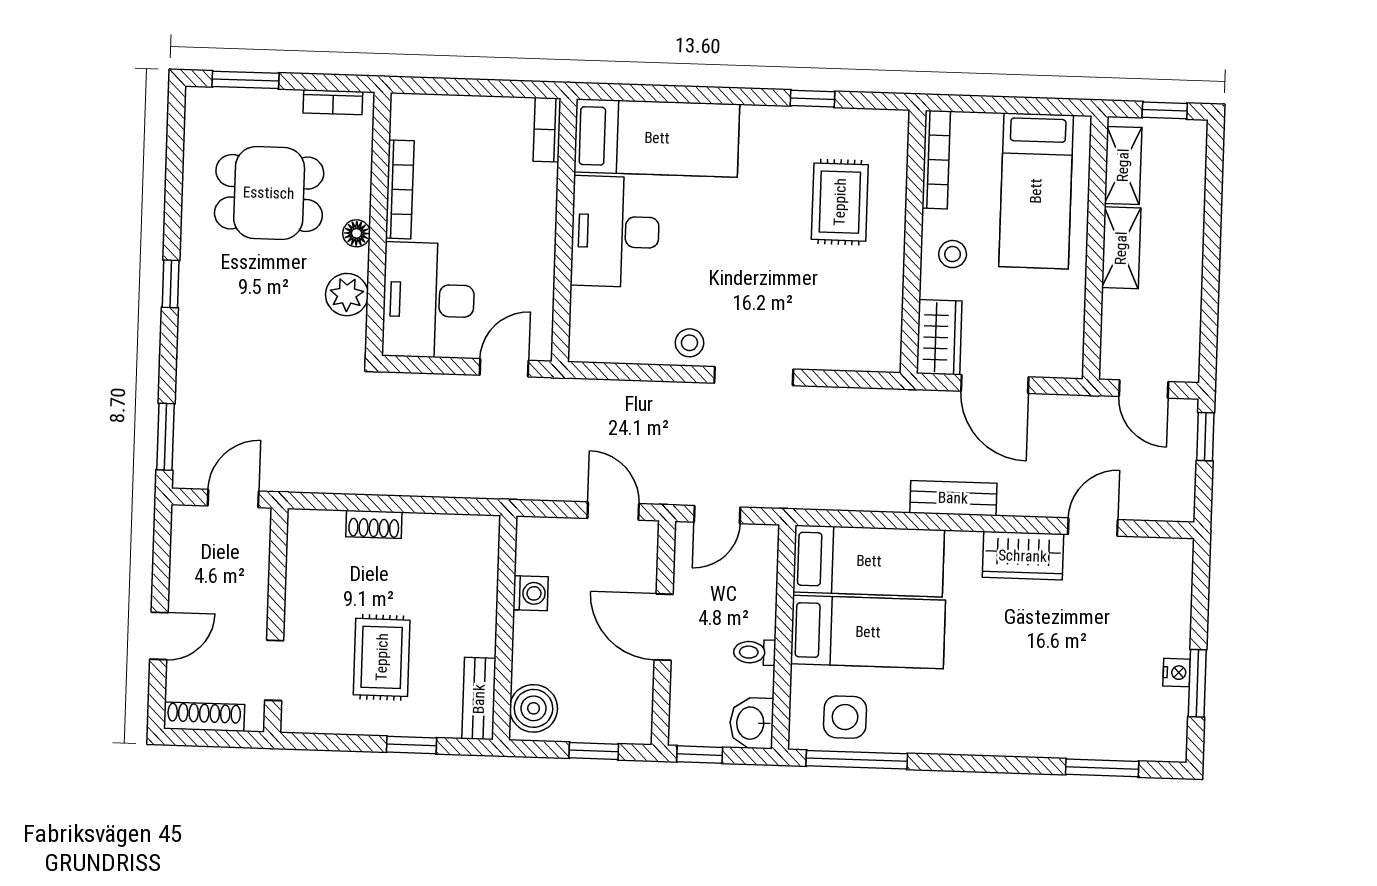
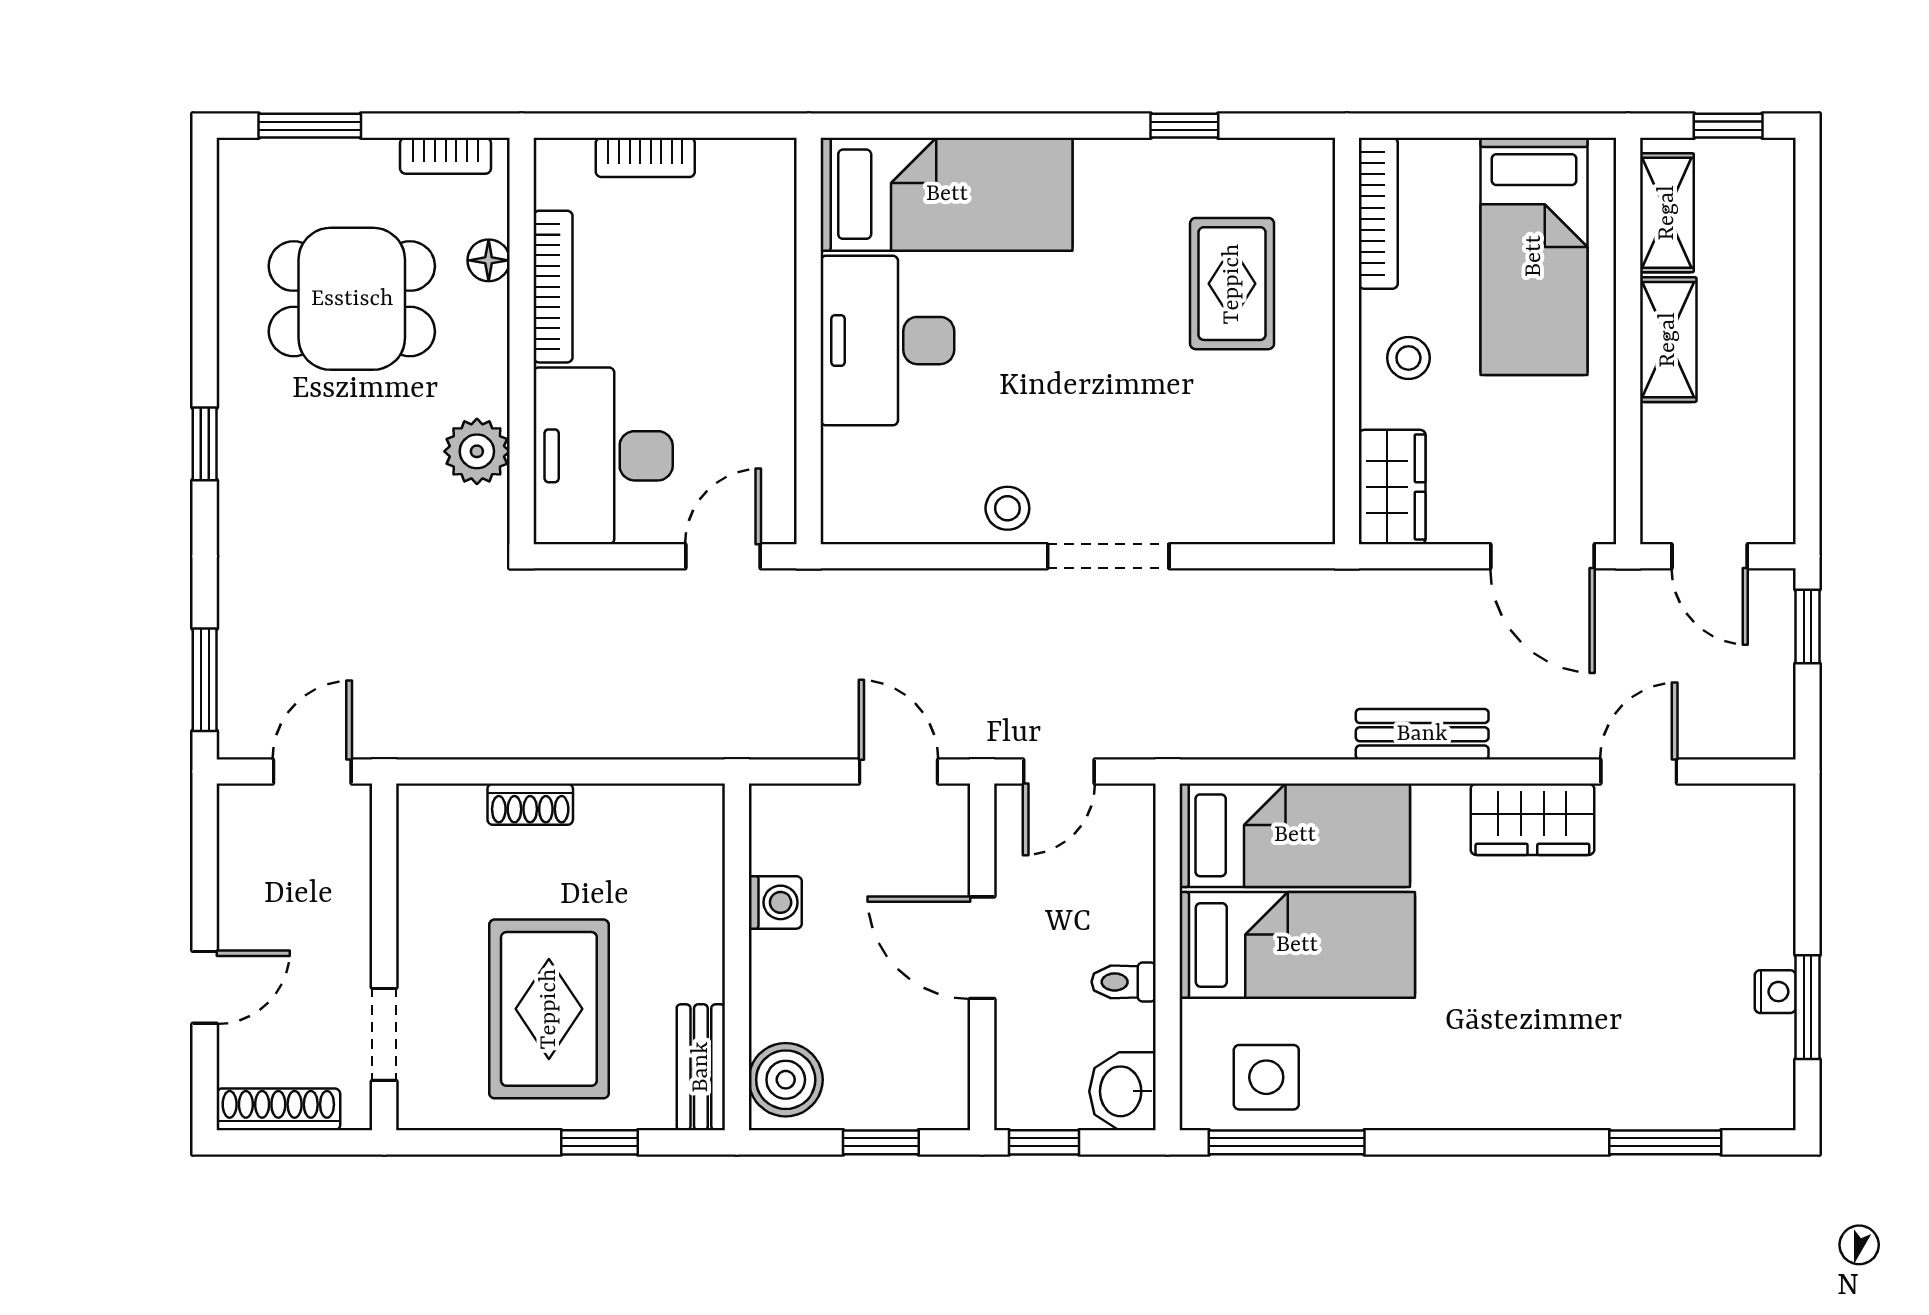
bookcase: (547, 130) -> (645, 157), moved, turned -90
floor lamp: (357, 233) -> (489, 260), moved
door: (995, 384) -> (1543, 556), moved
rug: (382, 657) -> (549, 1009), width x1.36, depth x1.43

